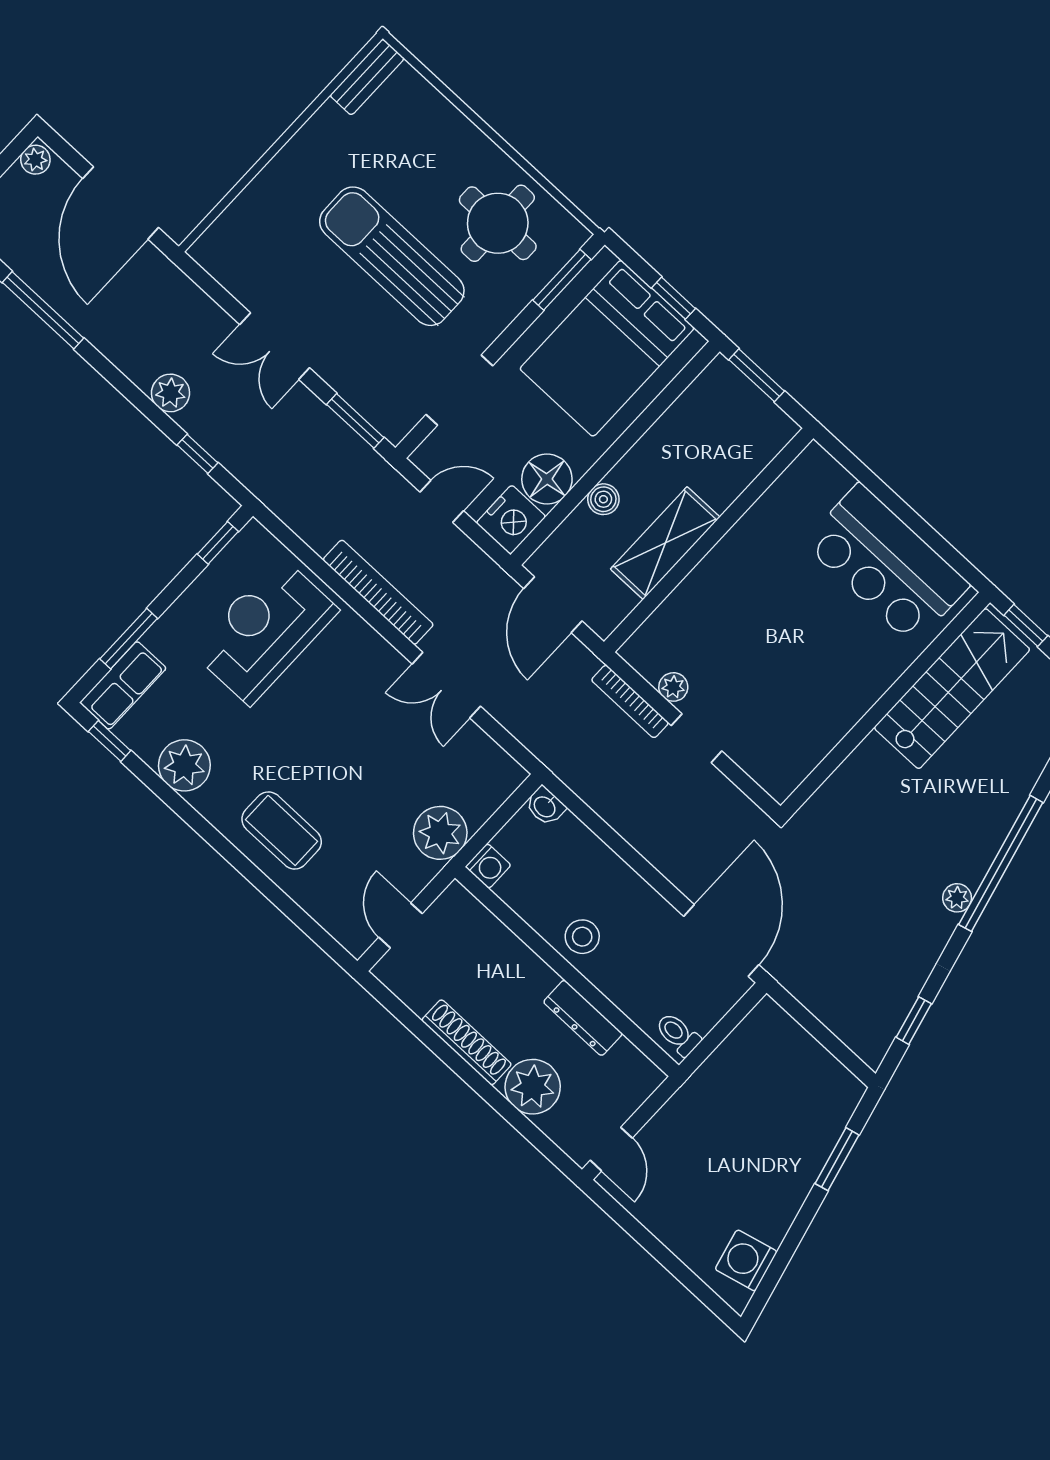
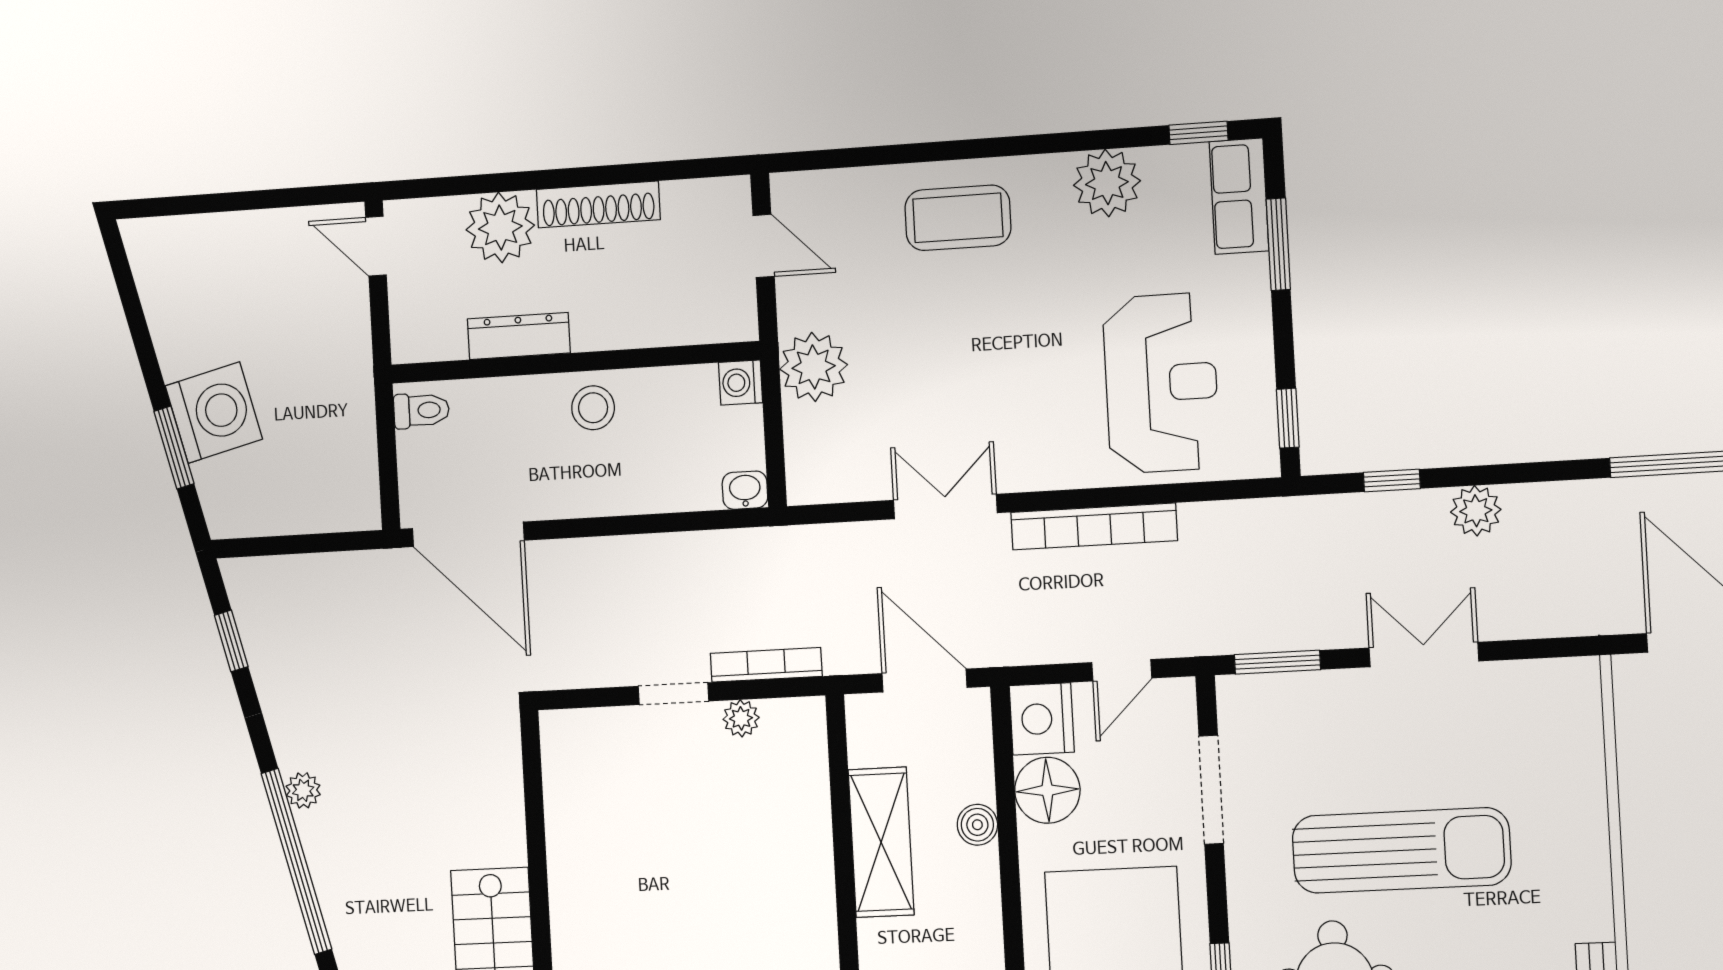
washing machine: (746, 1260) -> (214, 413), moved, width x1.37, depth x1.37

